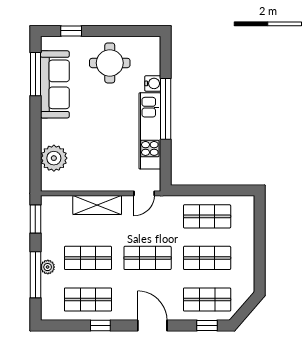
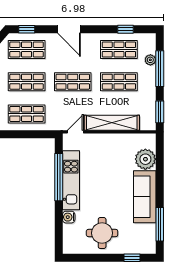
sofa: (55, 84) -> (145, 197), moved
window: (166, 109) -> (59, 177), moved
shelving: (97, 205) -> (112, 123), width x1.47
plant: (48, 267) -> (150, 60), moved
window: (100, 326) -> (126, 29), moved

